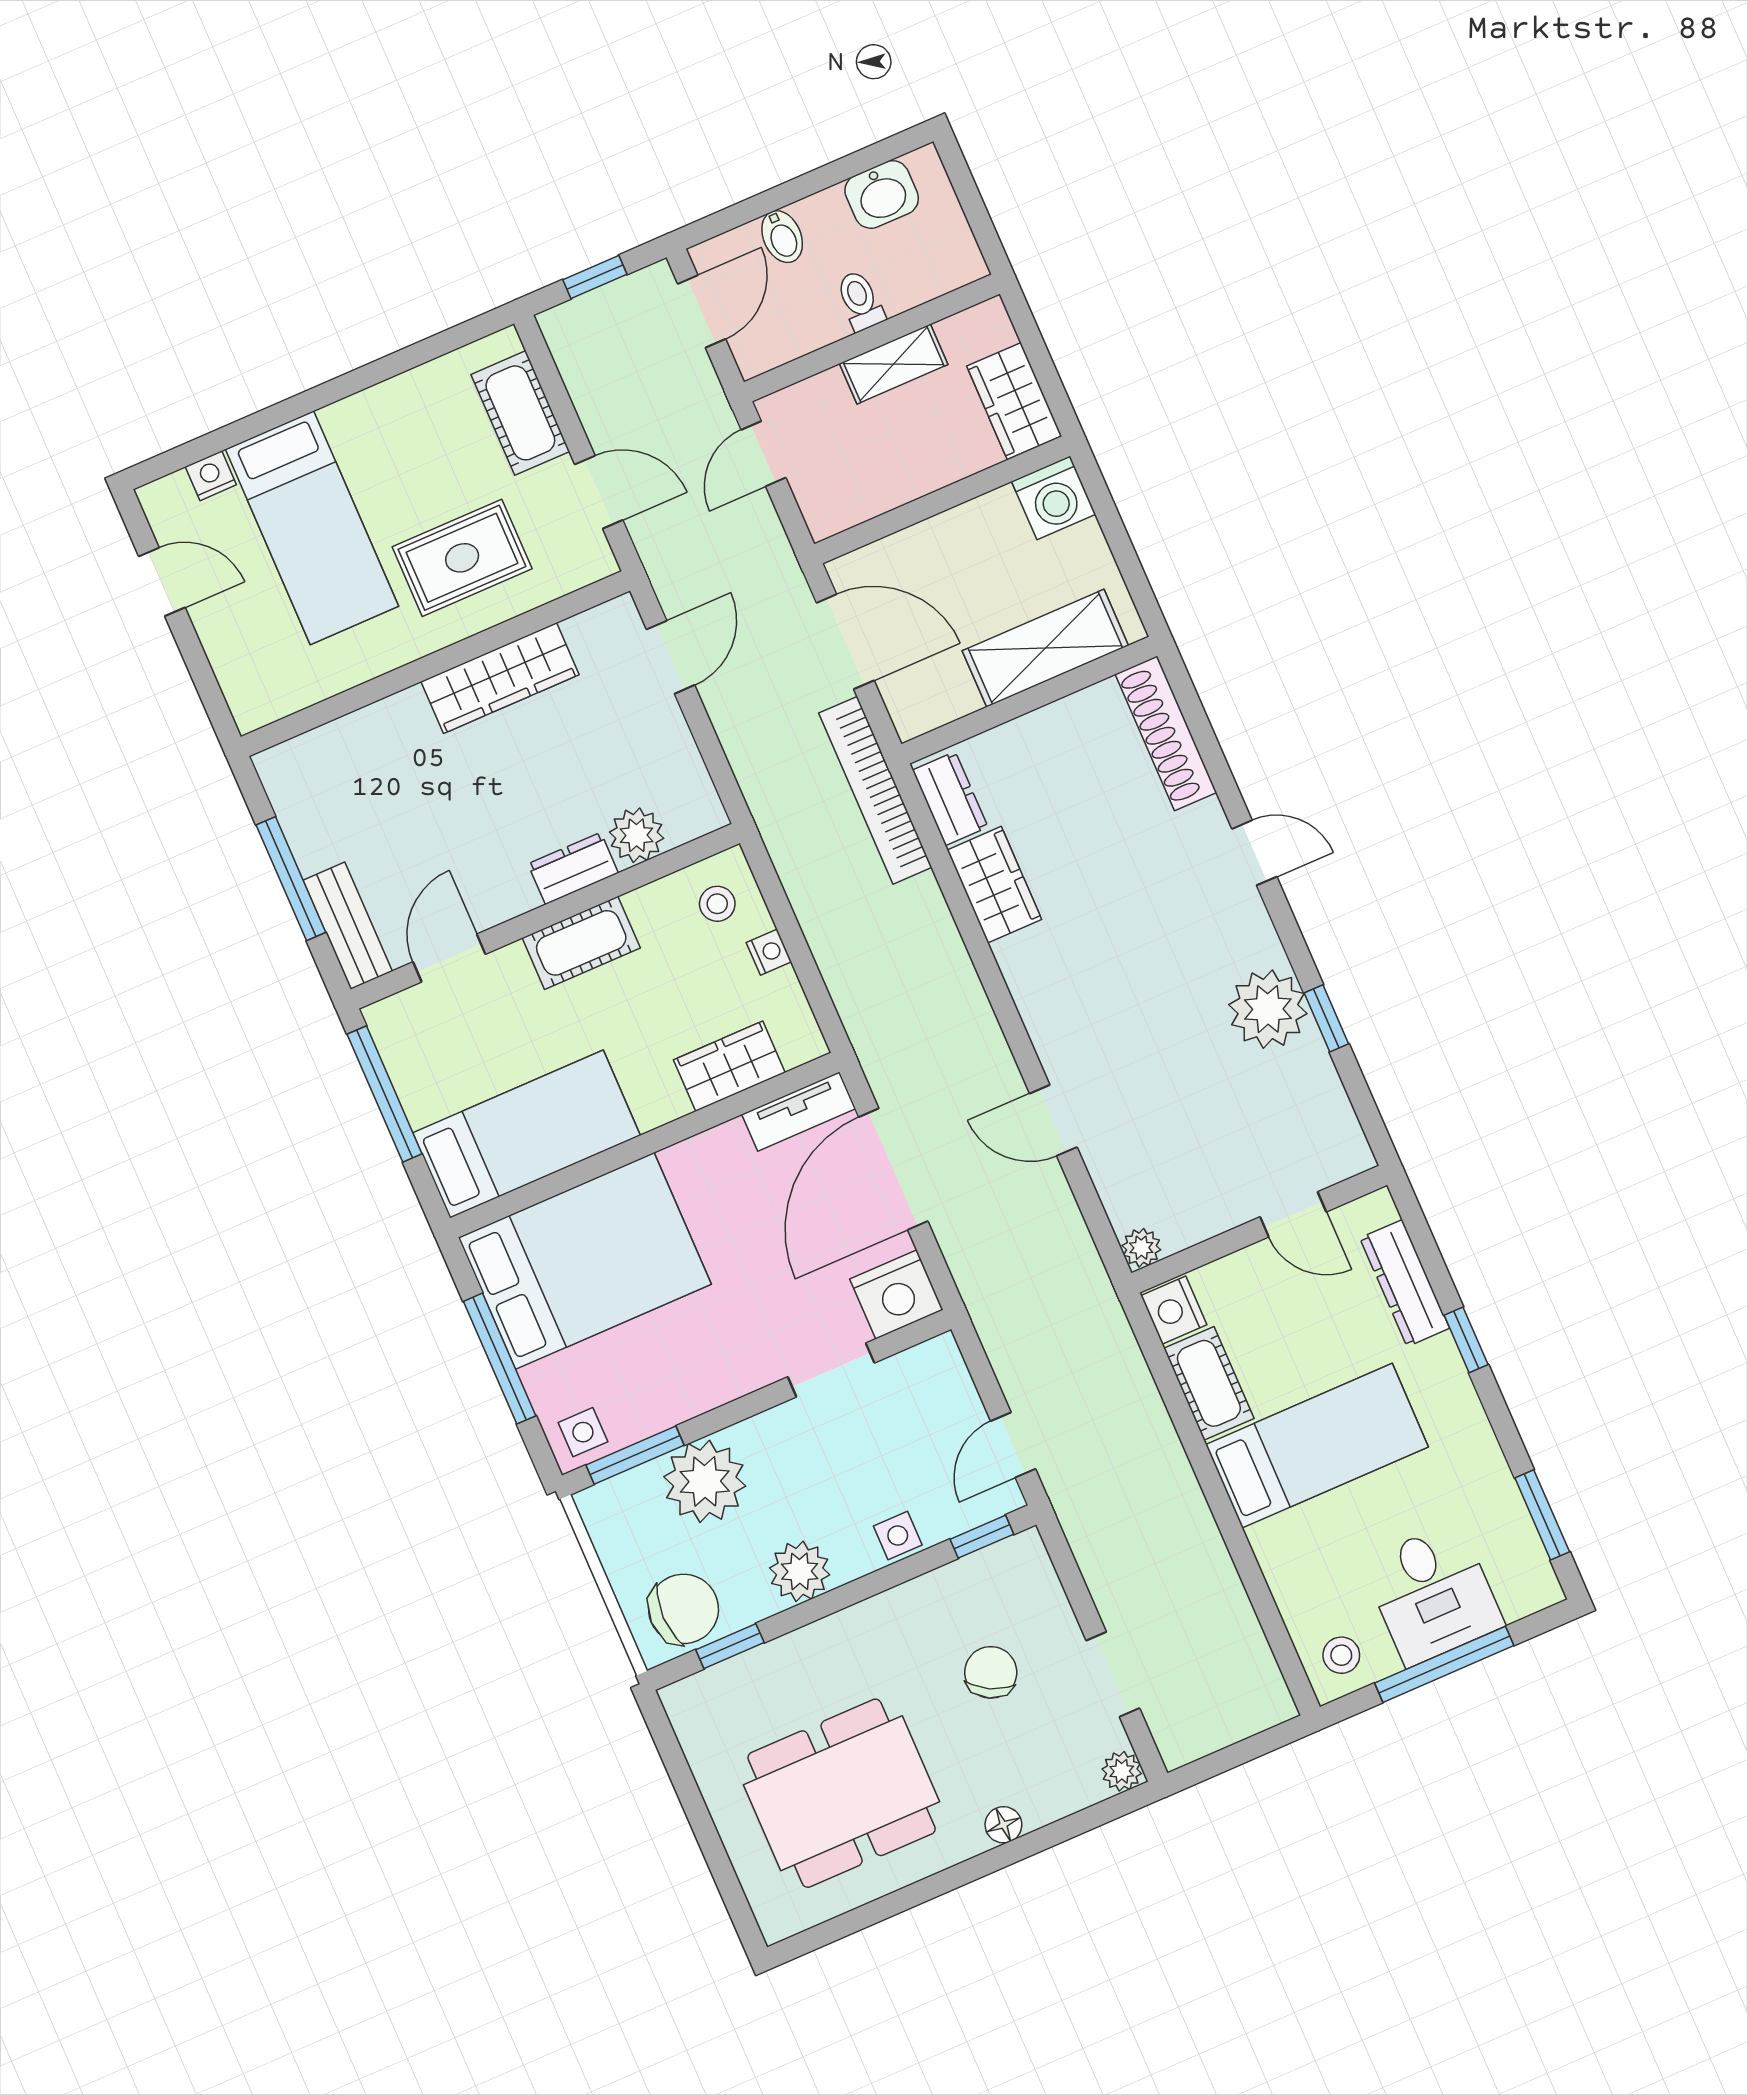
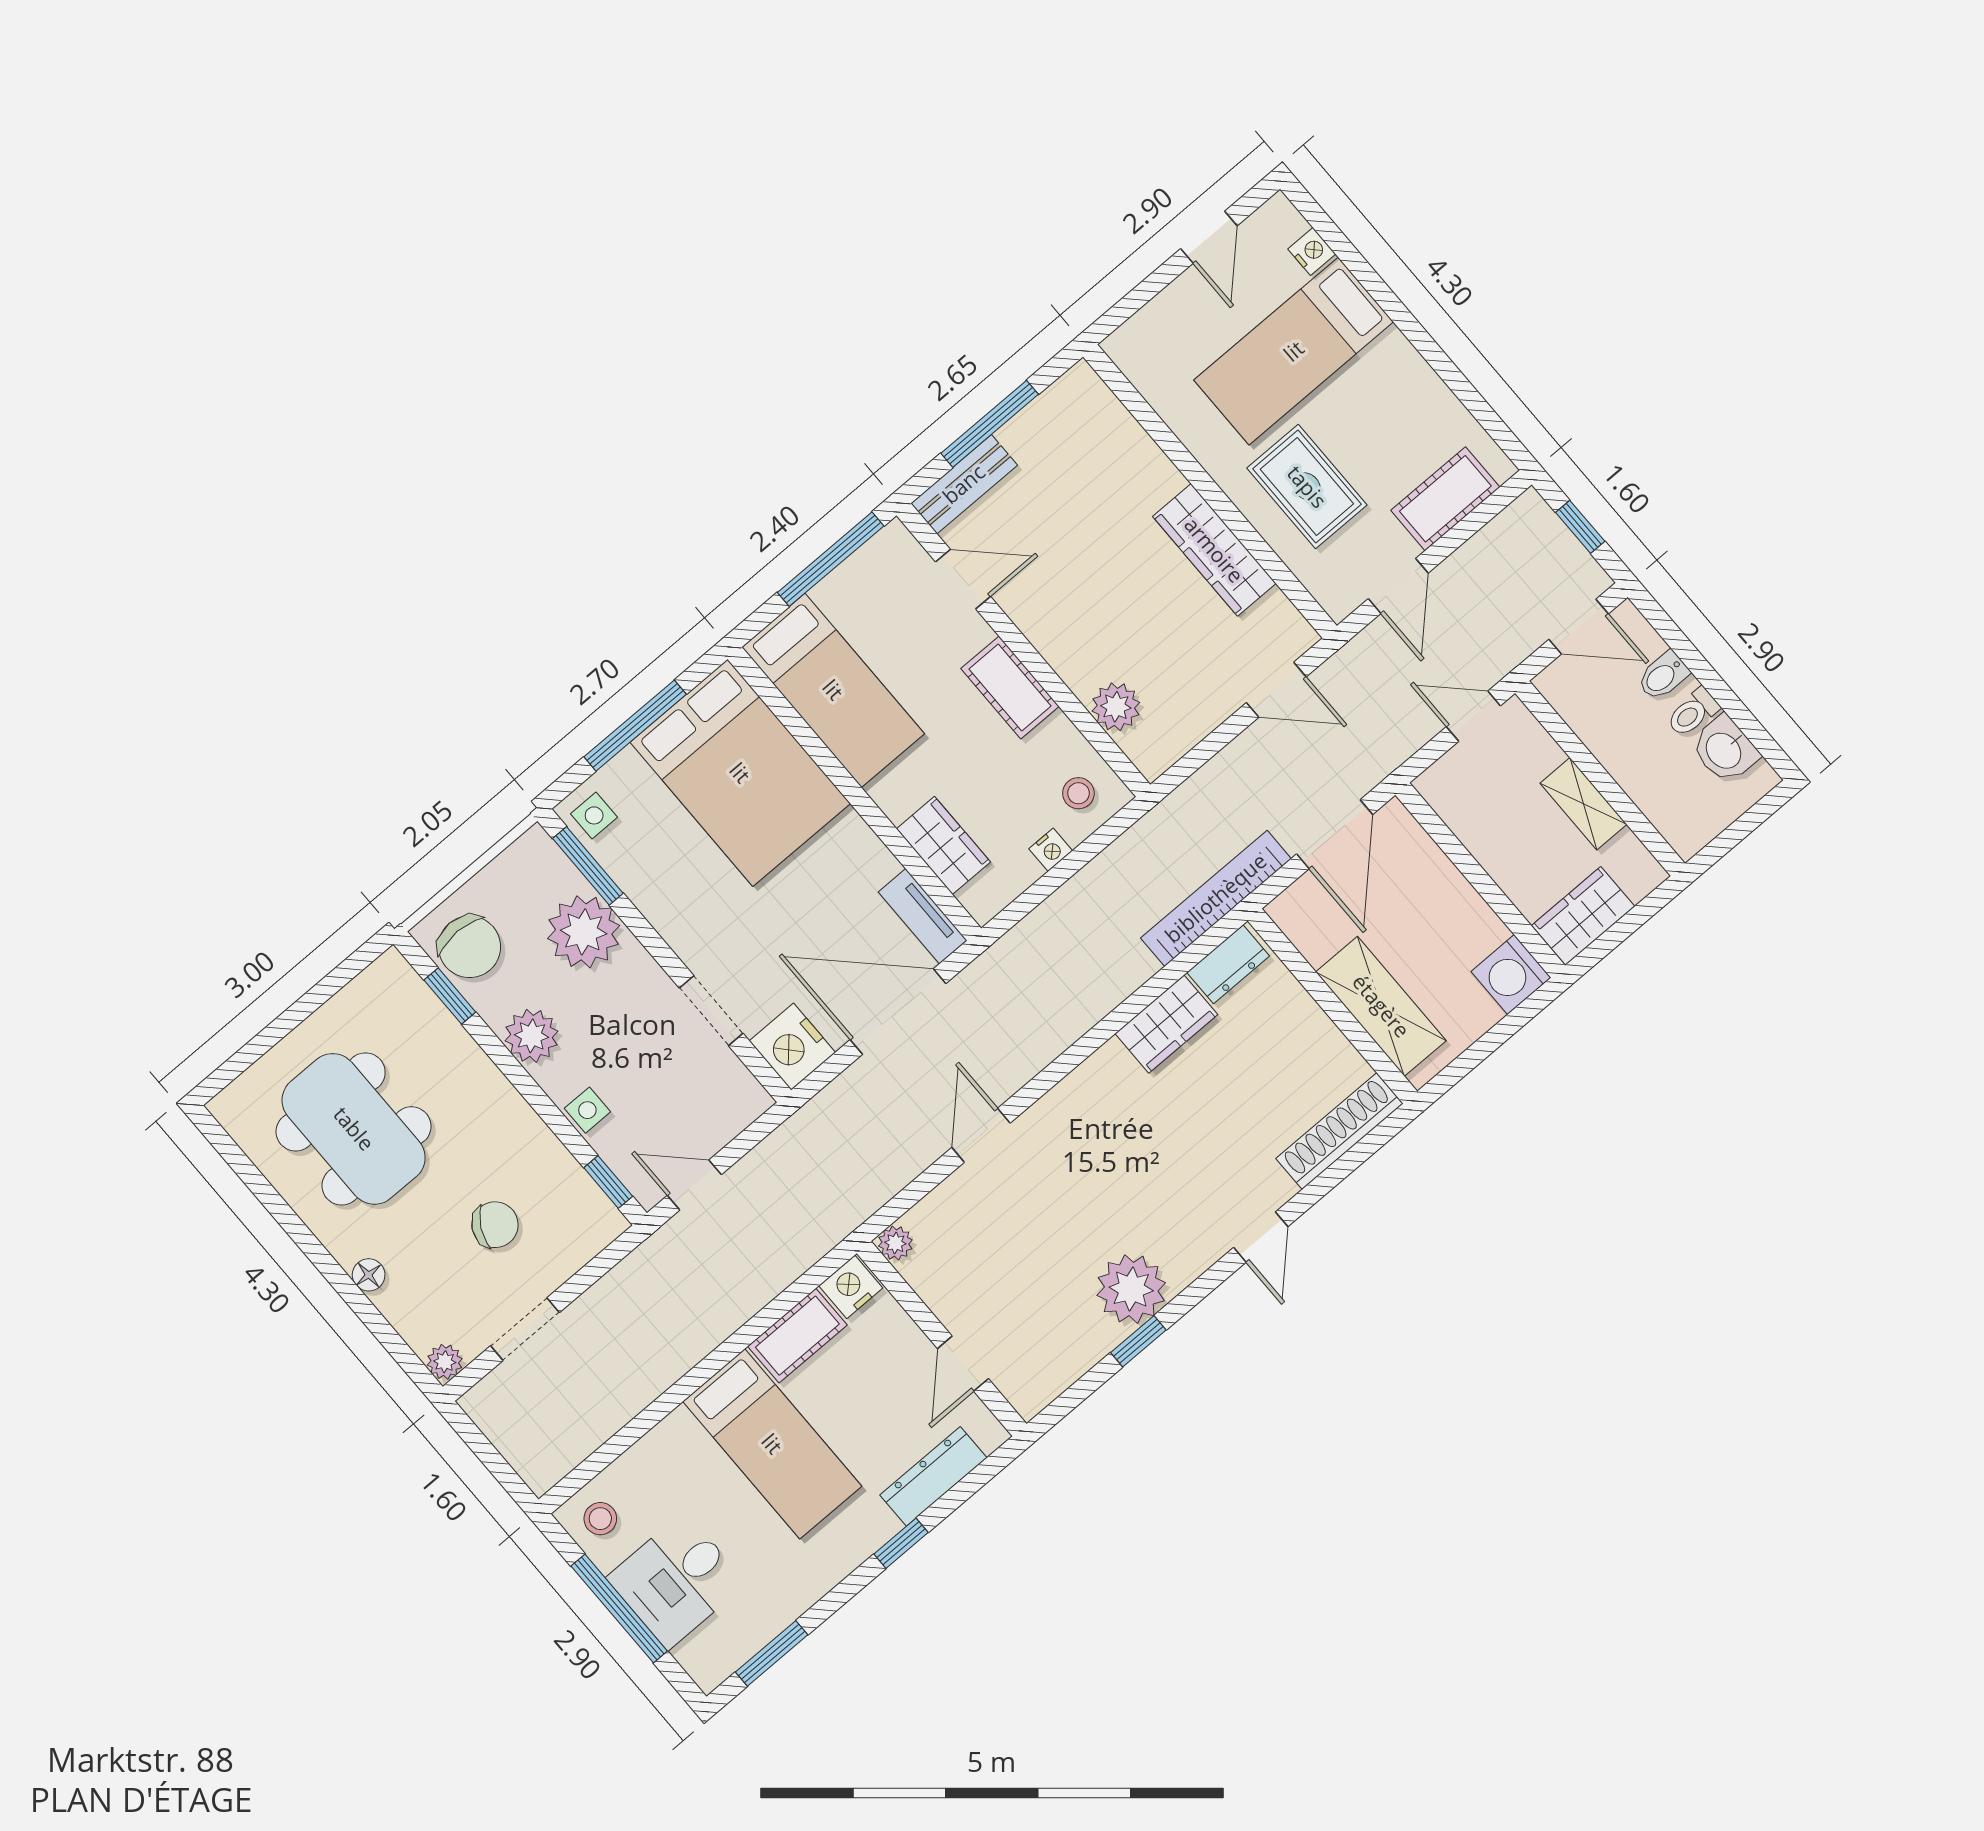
toilet: (860, 301) -> (1693, 712), moved, turned 180
dresser: (573, 868) -> (1071, 661), removed

